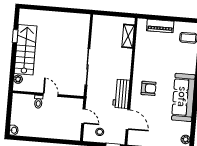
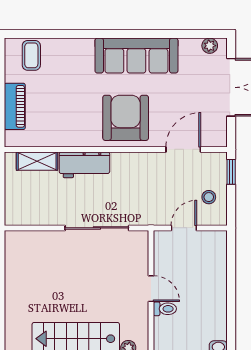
armchair: (149, 88) -> (126, 118), width x1.88, depth x1.88
workbench: (121, 94) -> (84, 165), moved
door: (51, 95) -> (151, 289), swing flipped

